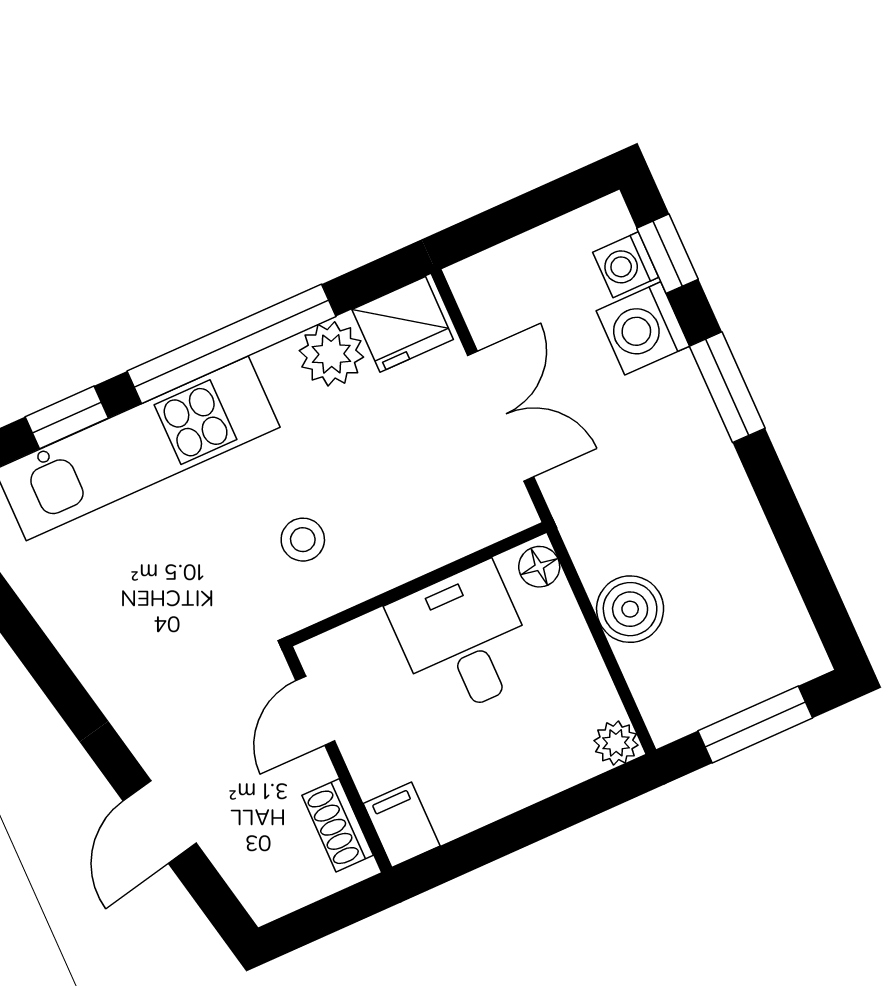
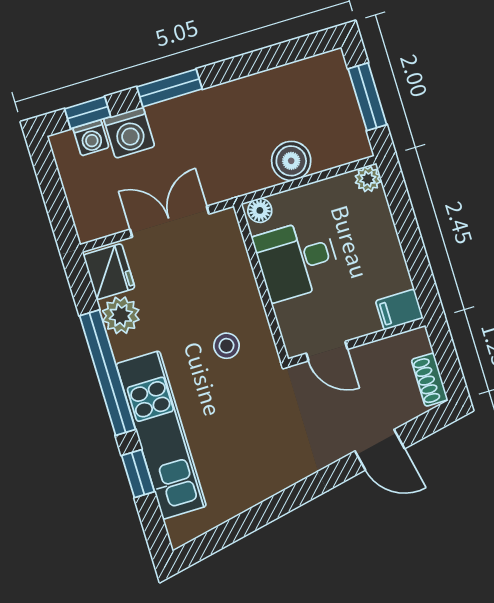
shoe rack: (338, 825) -> (430, 380), moved, turned 90

